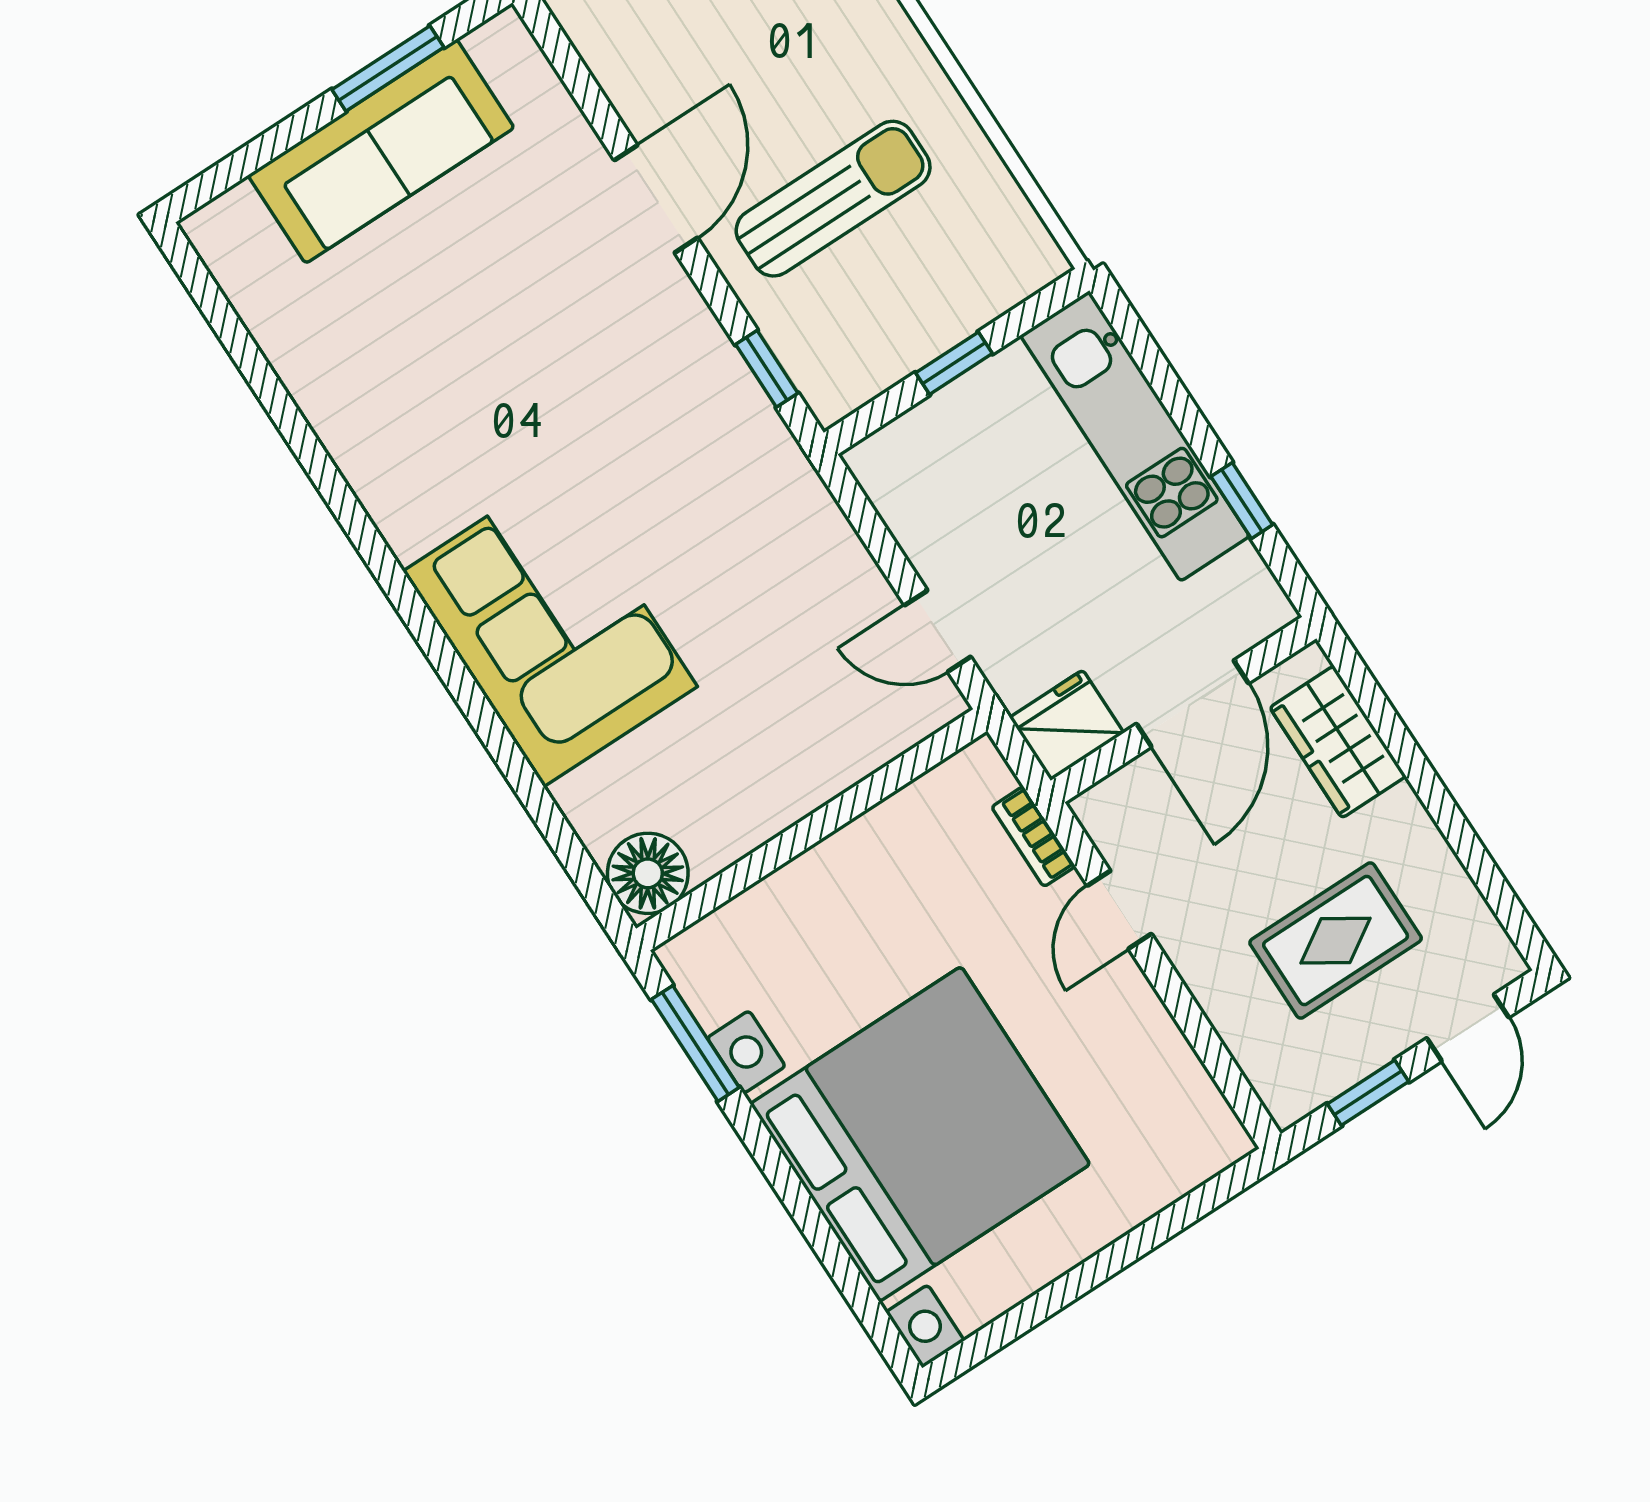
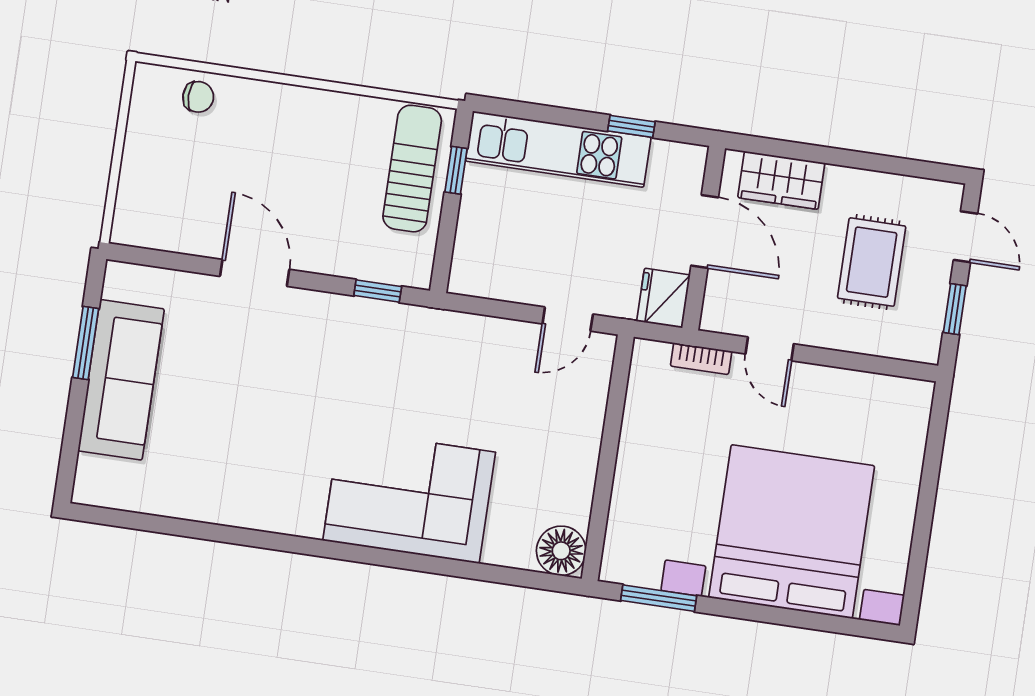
sun lounger: (833, 199) -> (412, 169), moved
window: (954, 363) -> (456, 170), moved

